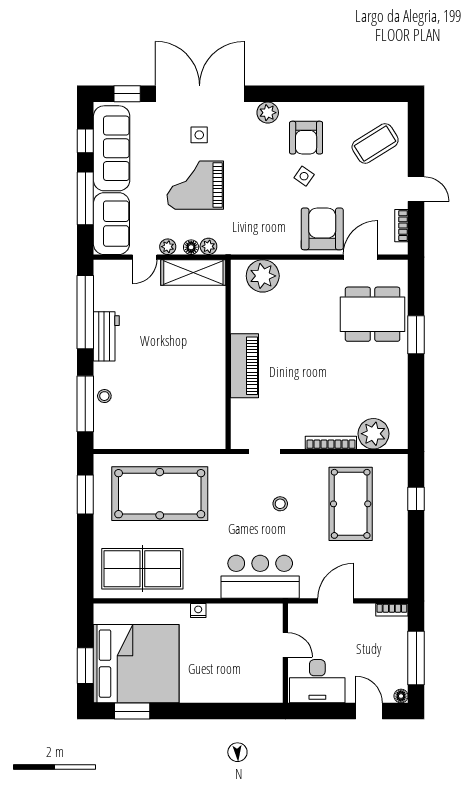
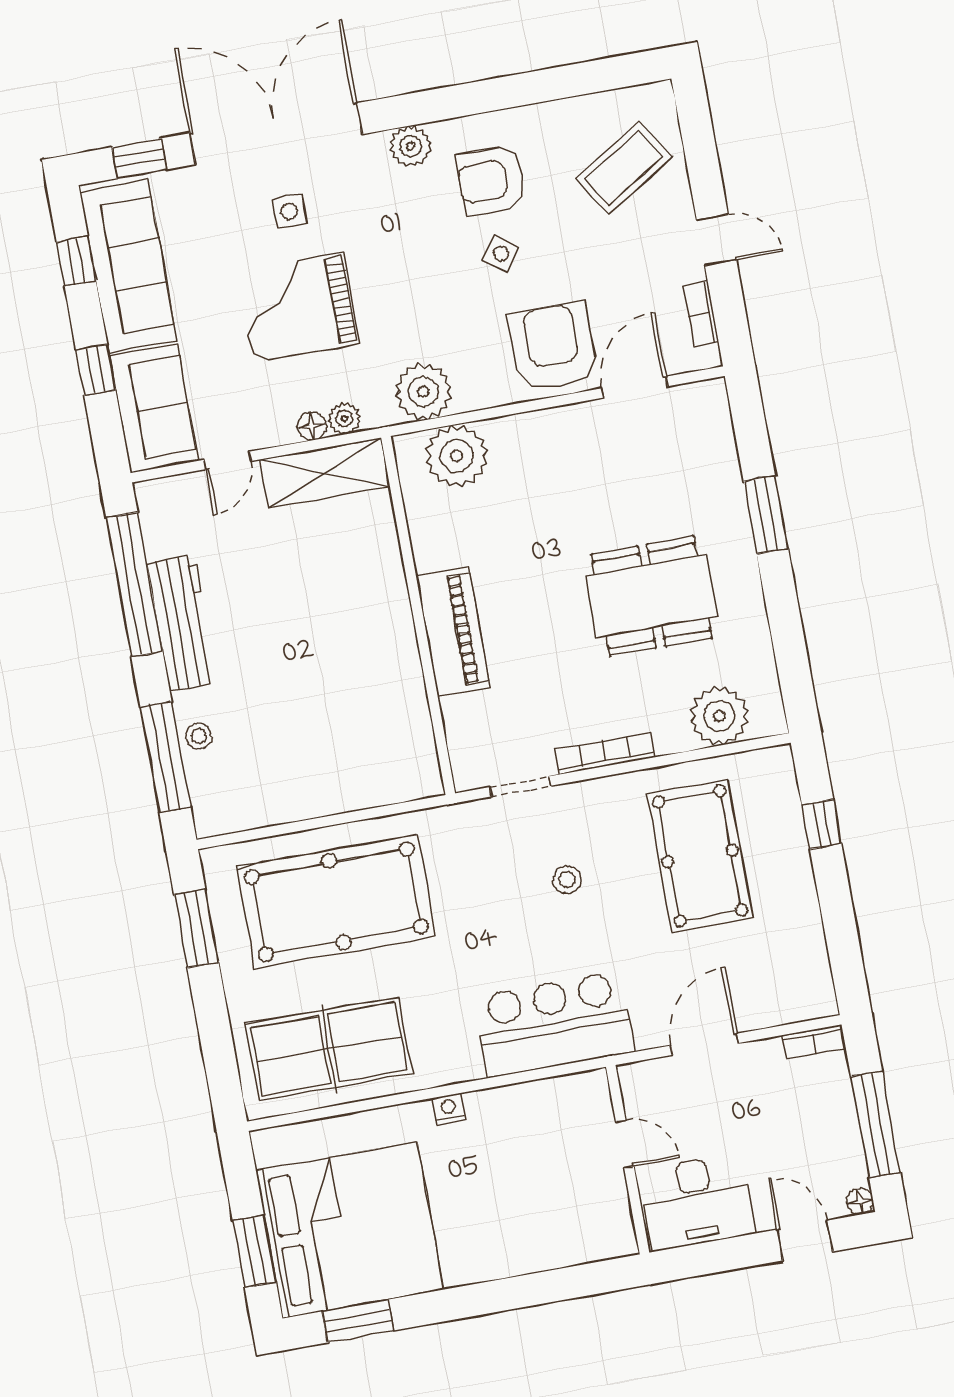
armchair: (306, 138) -> (492, 180), turned 90
window: (85, 198) -> (96, 370), width x0.46
plant: (168, 247) -> (423, 392), moved, width x1.88, depth x1.88
dining table: (373, 314) -> (651, 596), moved
workbench: (106, 336) -> (182, 623), width x1.38
bookcase: (331, 443) -> (605, 754), moved

